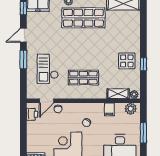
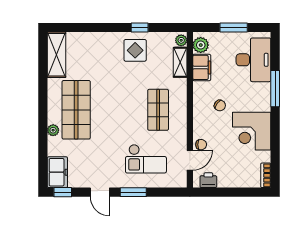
door: (47, 101) -> (190, 160), hinge flipped
filing cabinet: (109, 109) -> (202, 67), width x2.00

